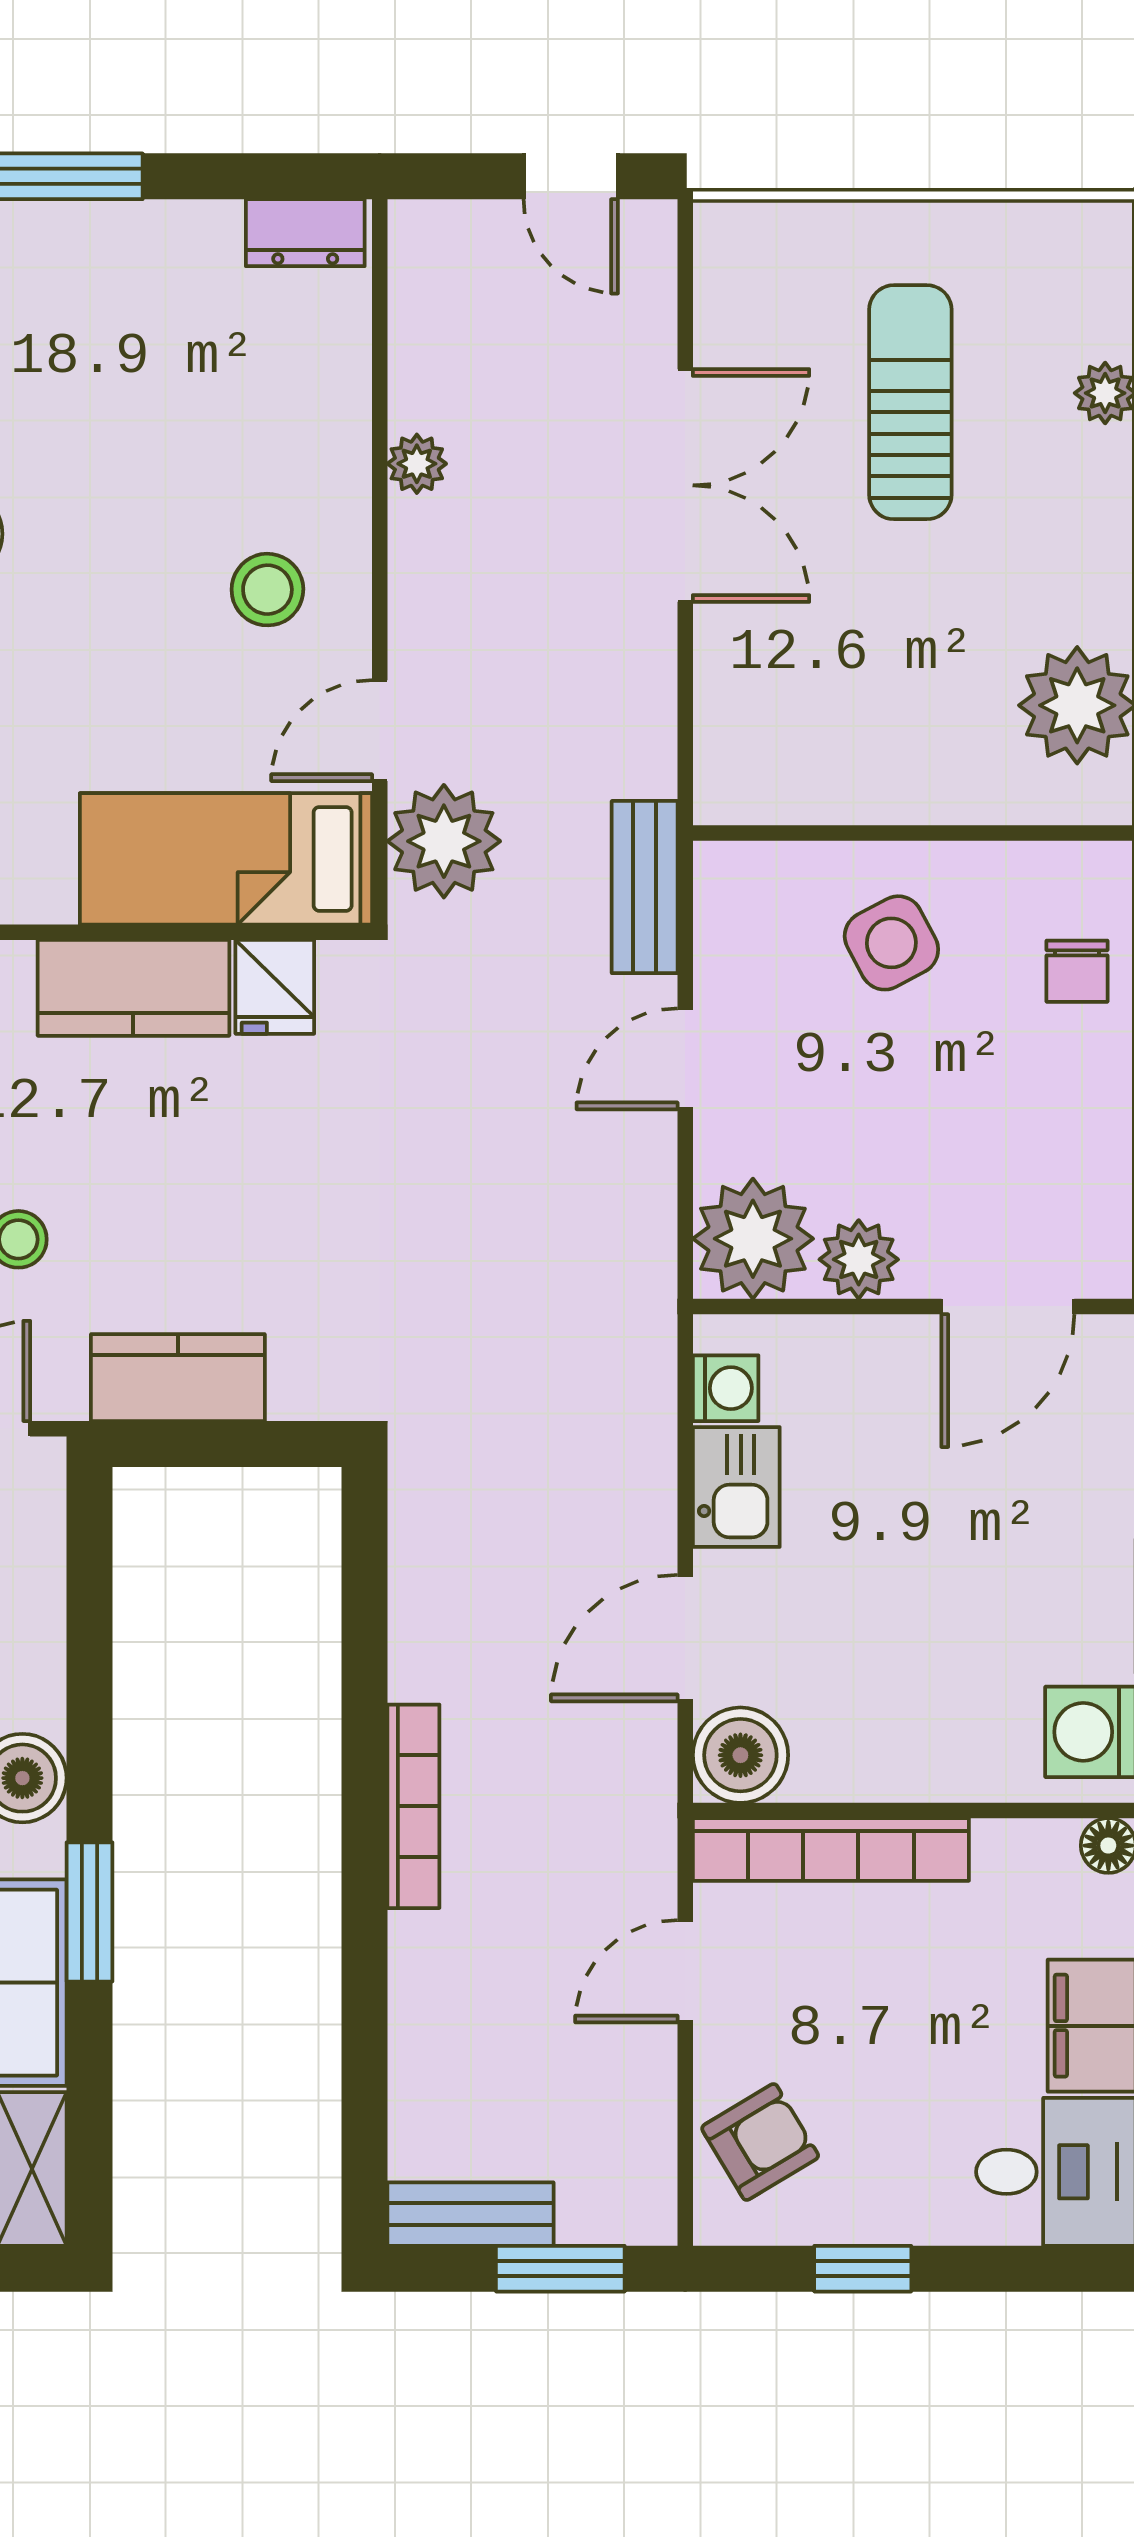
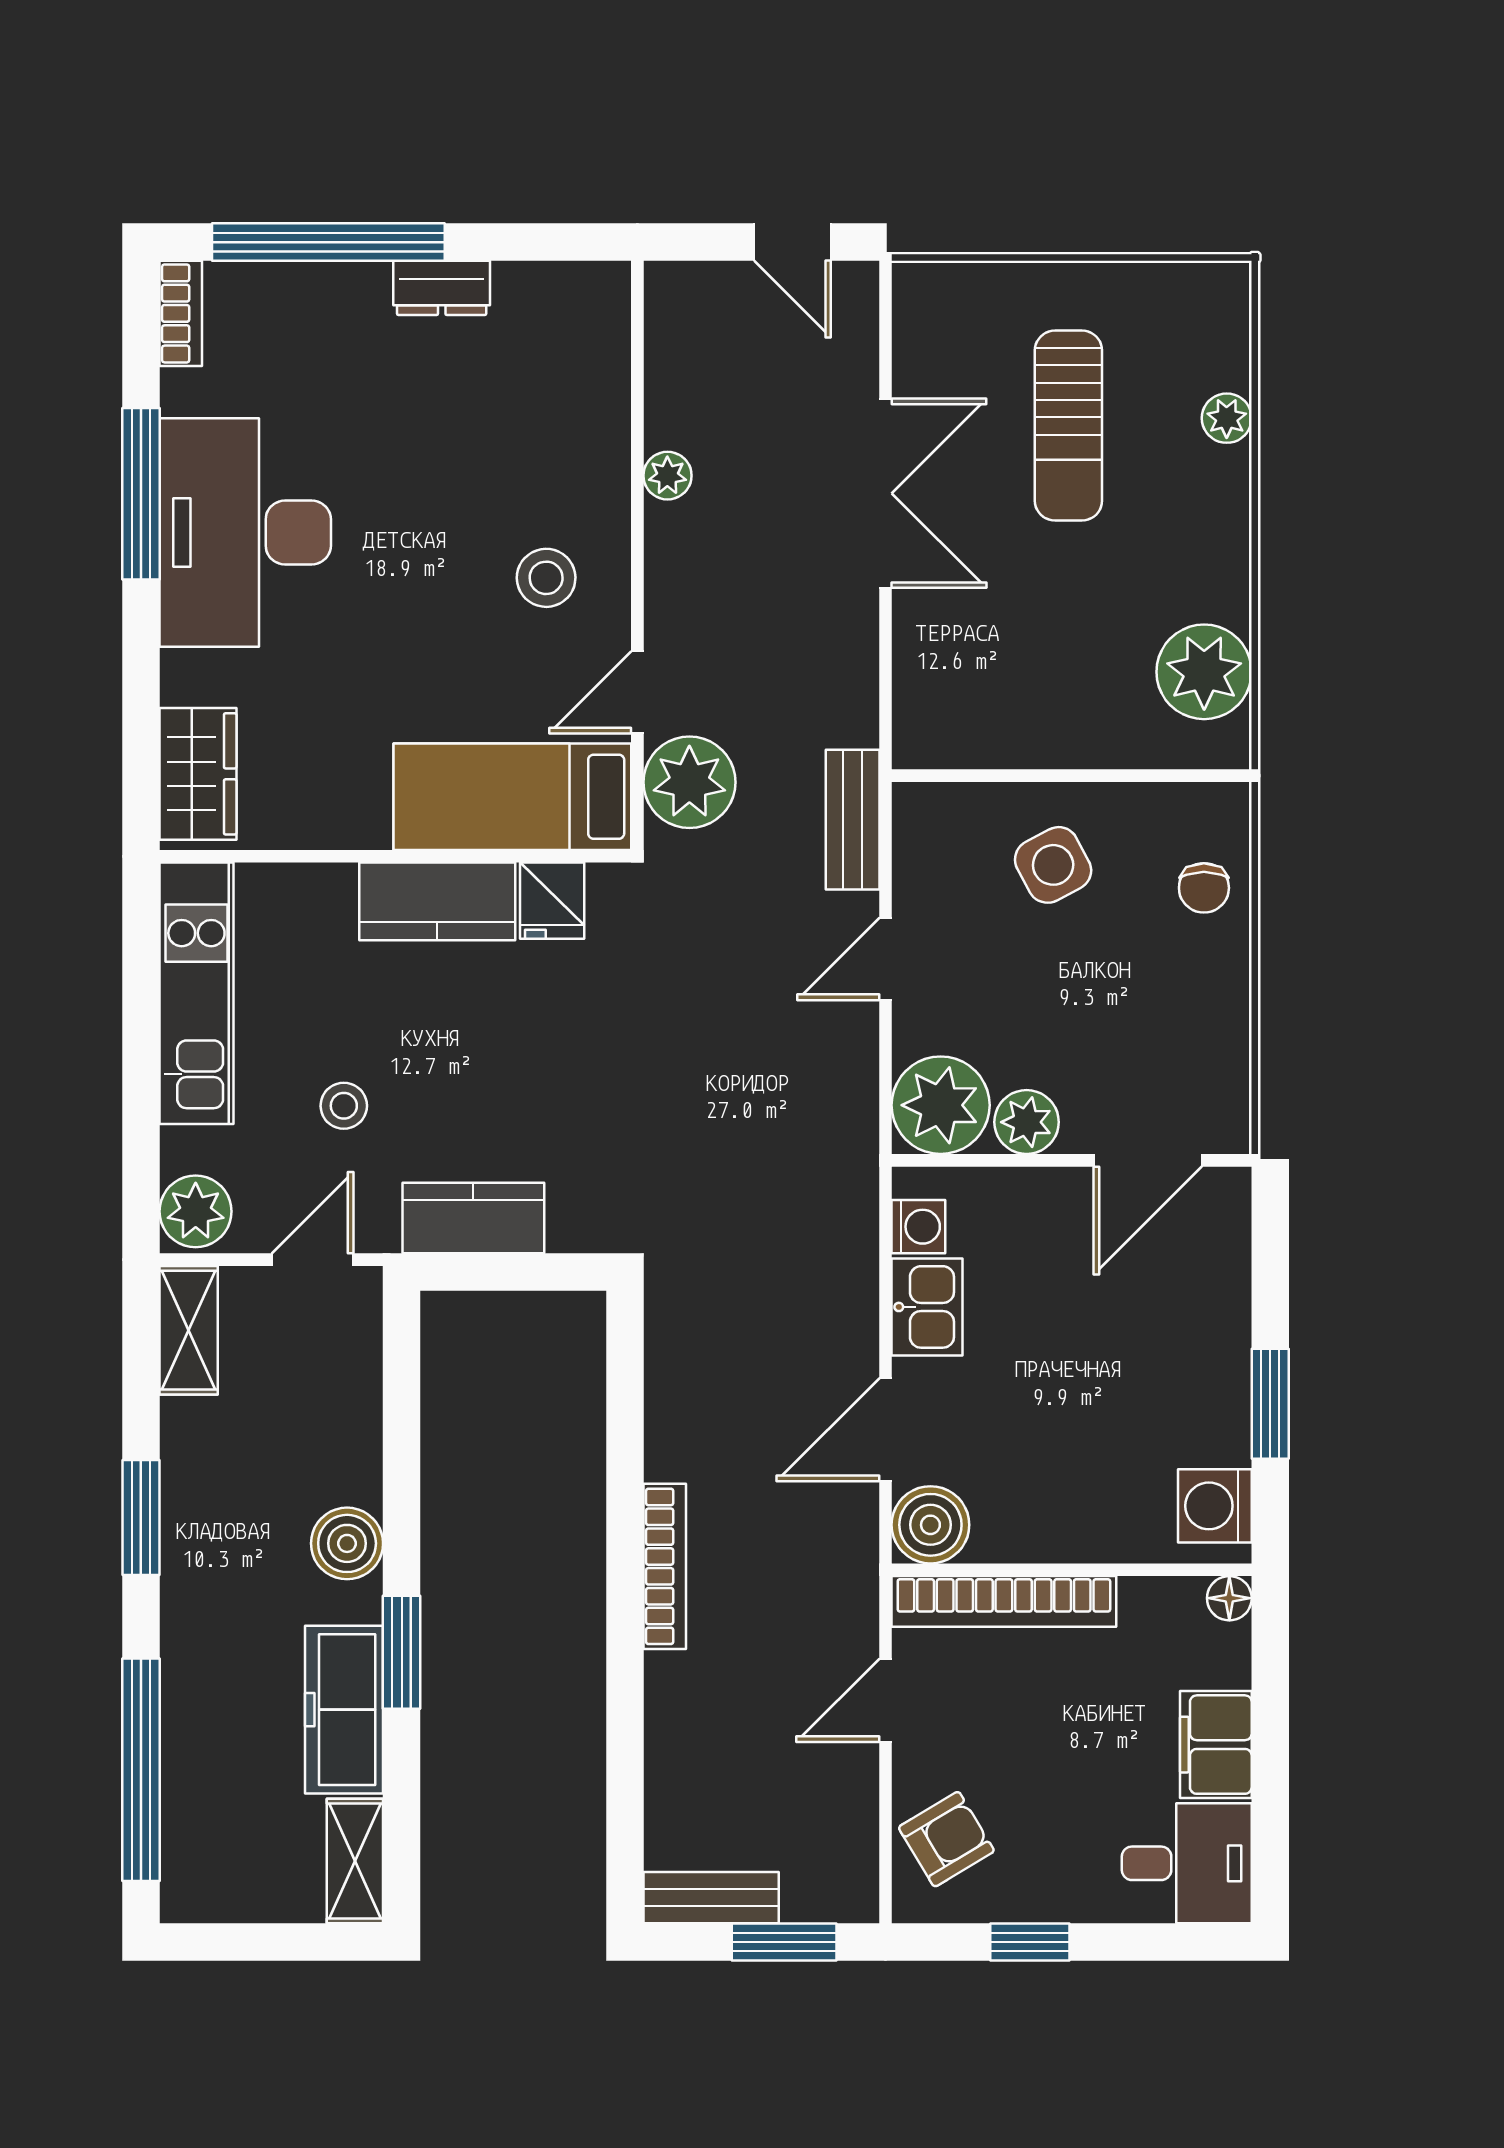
dresser: (305, 233) -> (442, 288), moved
sun lounger: (910, 402) -> (1068, 426), turned 180

